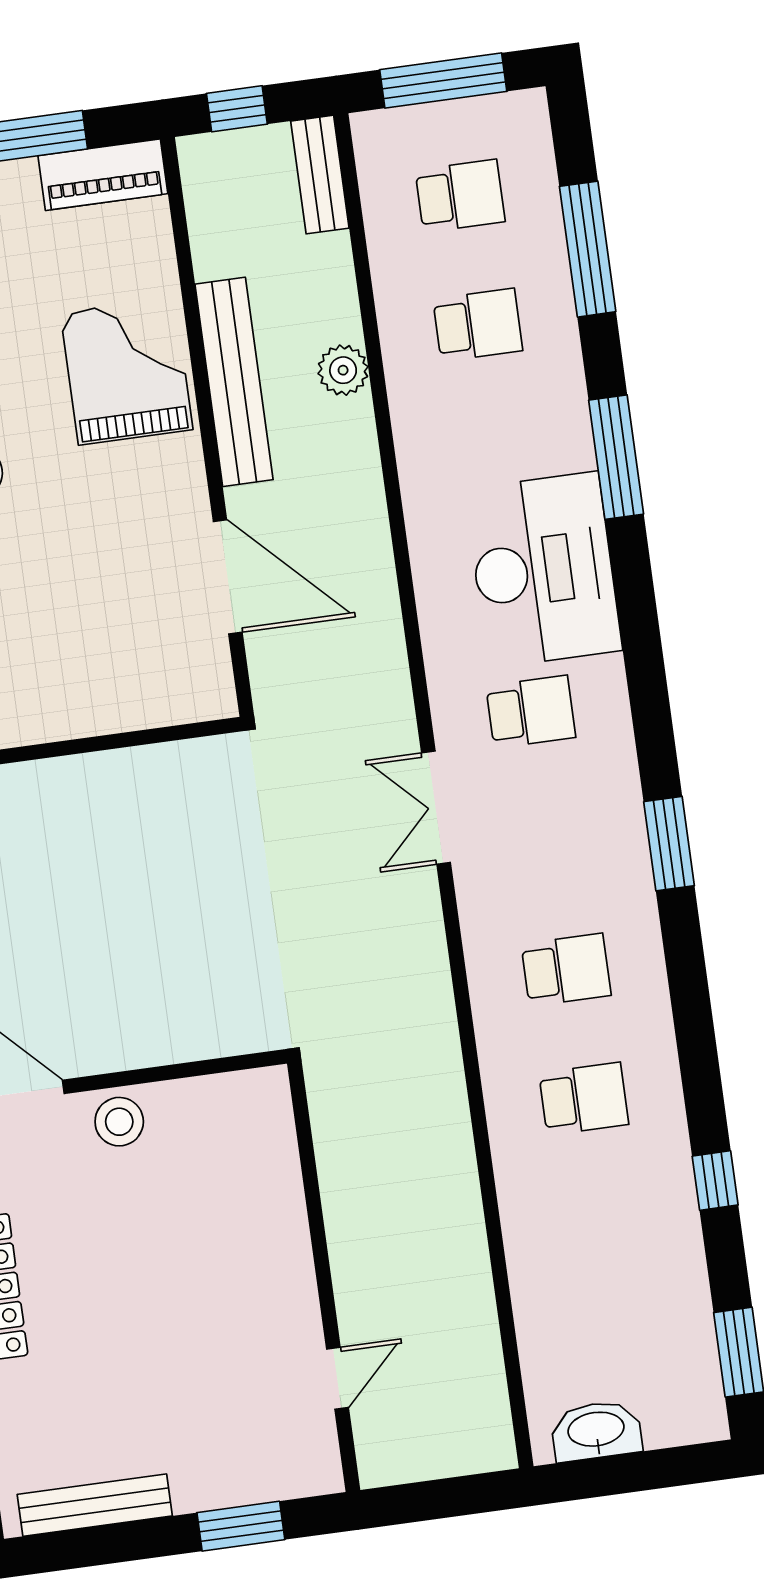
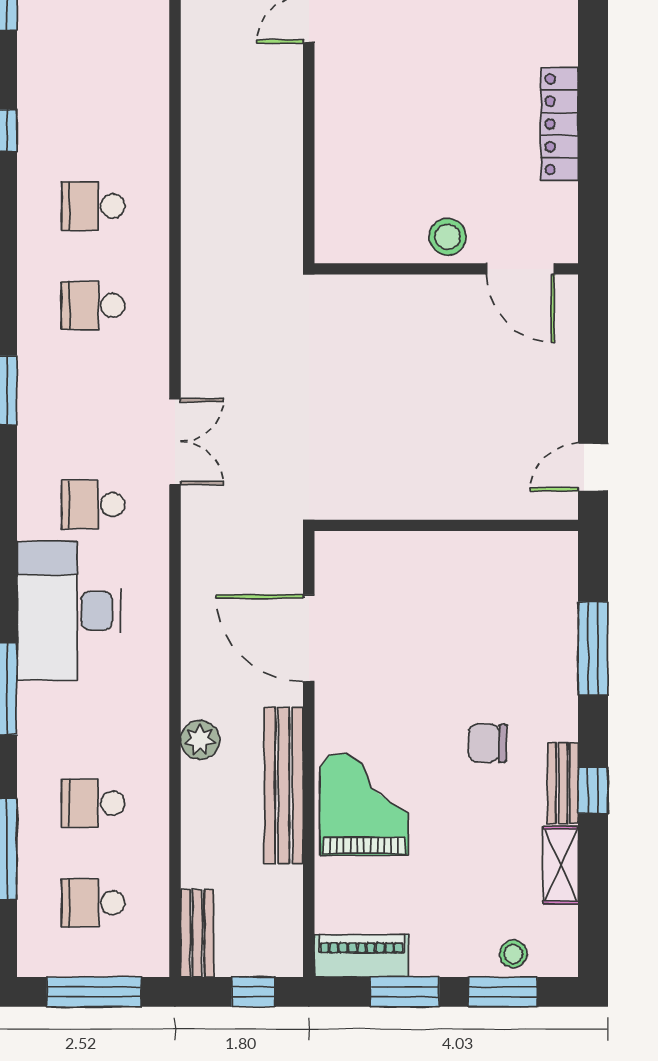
plant: (343, 370) -> (200, 740), moved
grand piano: (127, 371) -> (364, 805), turned 180

